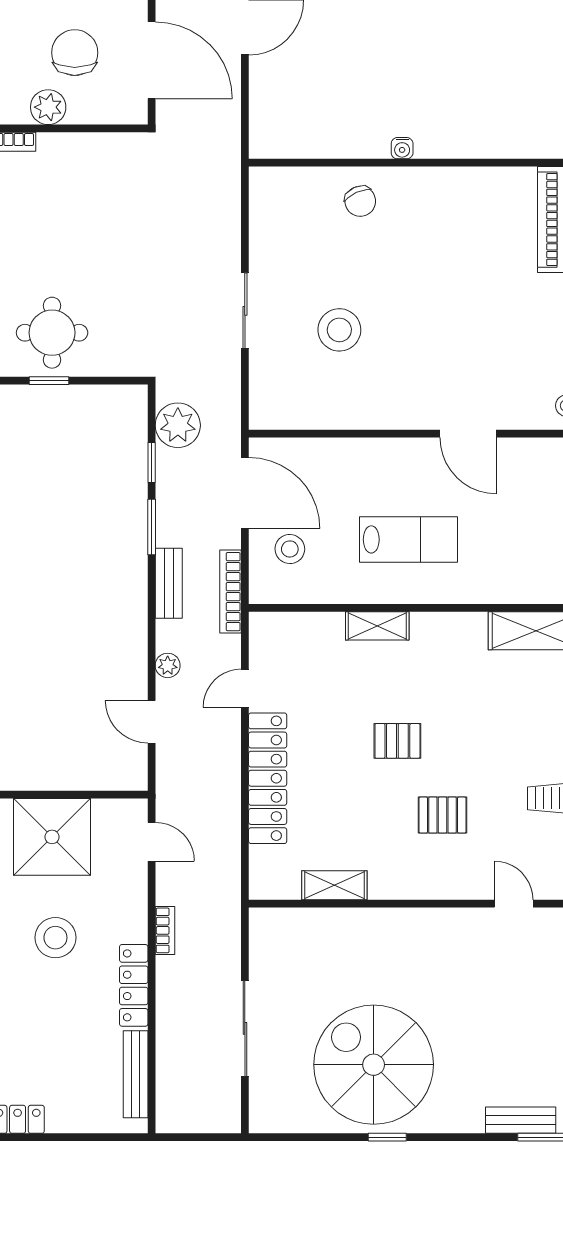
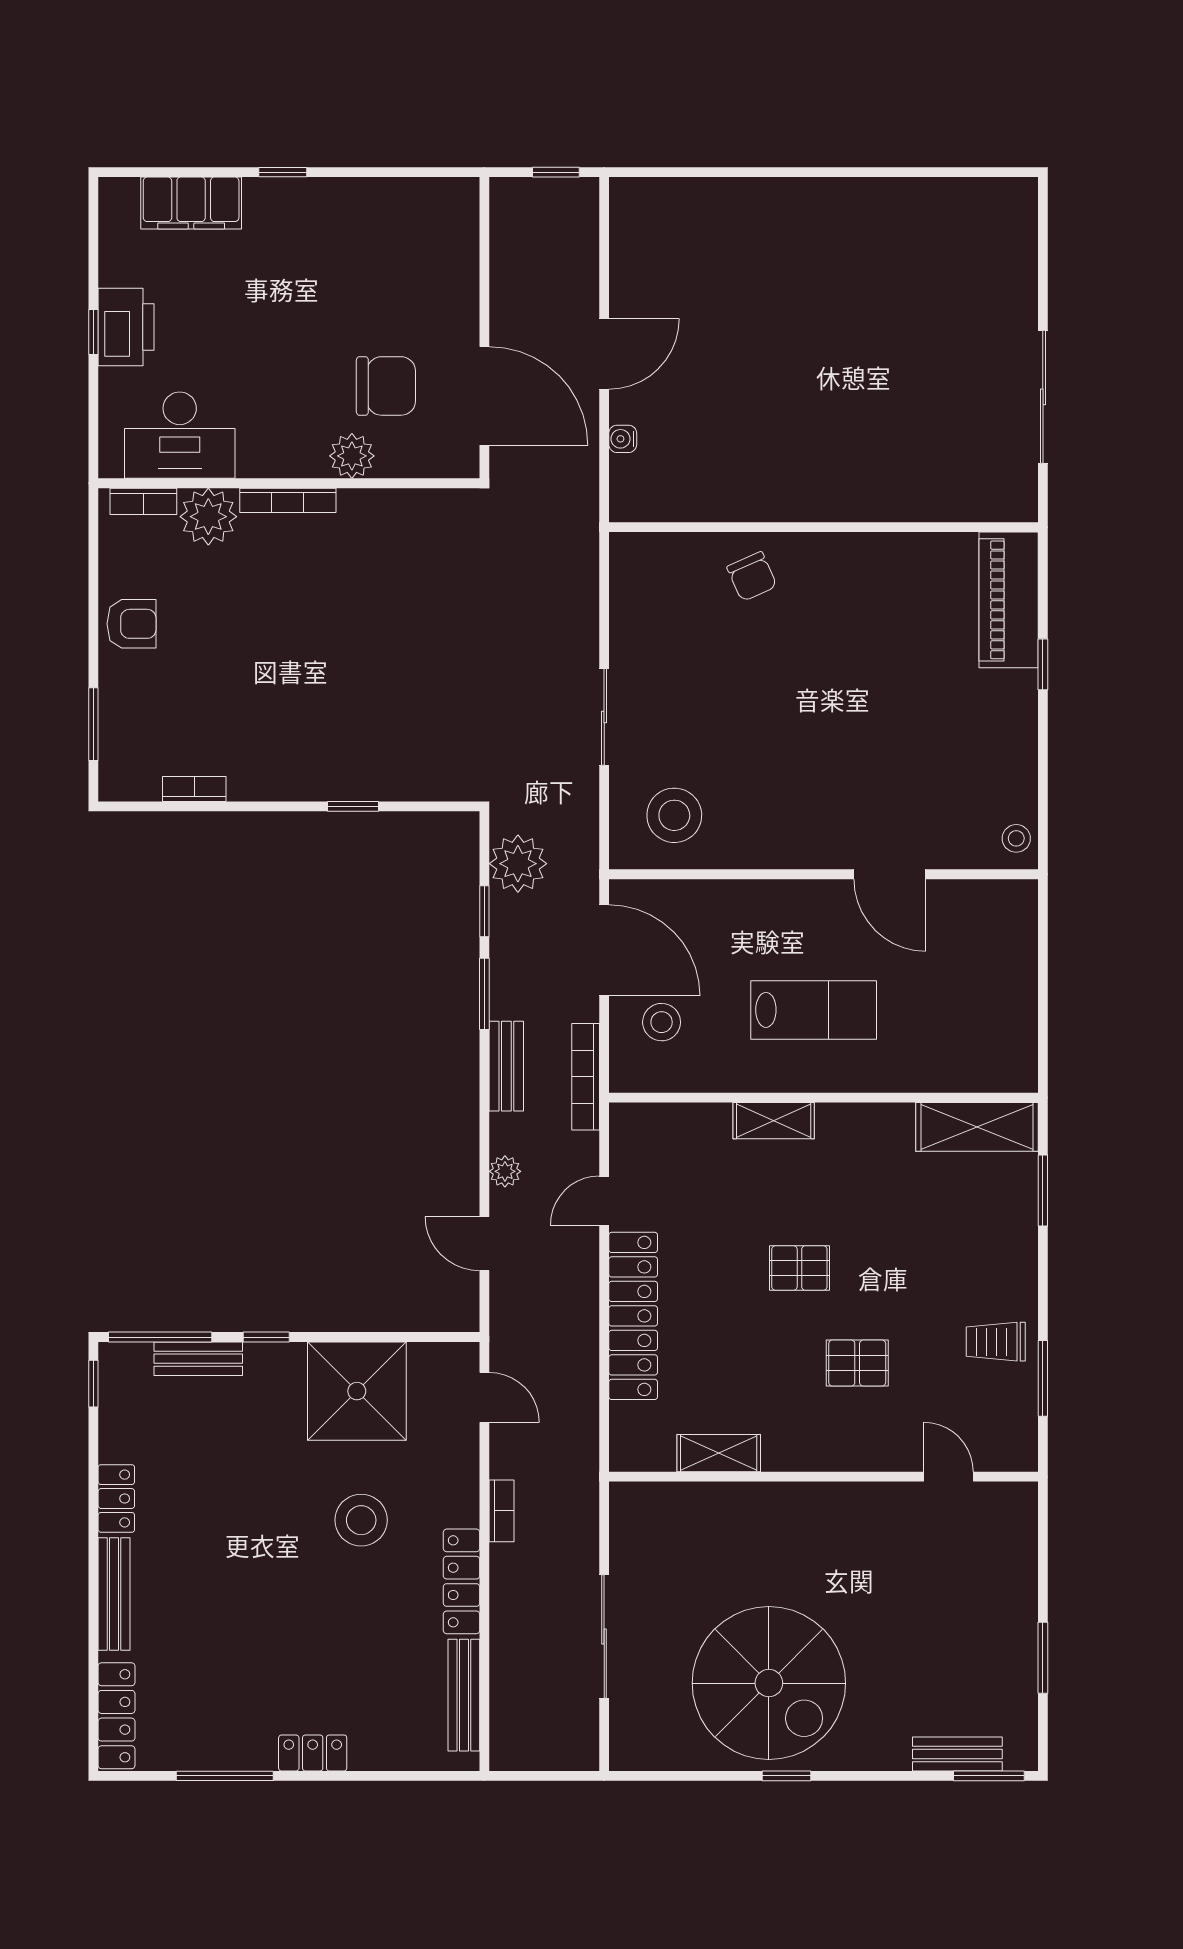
chair: (75, 53) -> (386, 386), turned 90
water cooler: (402, 148) -> (623, 439), moved, turned 90
stool: (339, 330) -> (674, 815), moved
round table: (52, 333) -> (357, 745), removed
spiral stairs: (374, 1065) -> (769, 1683), turned 180

